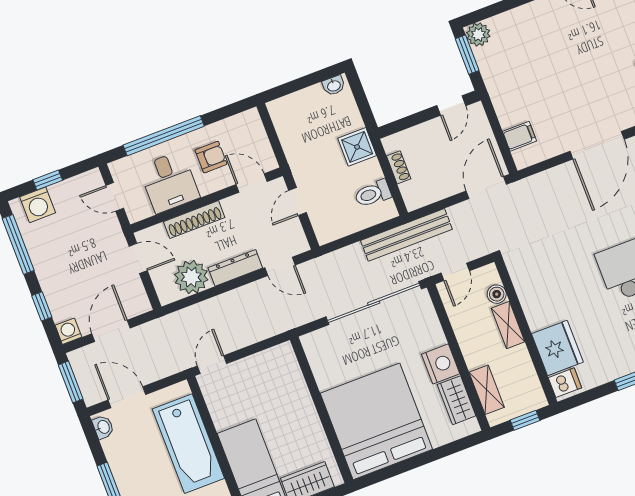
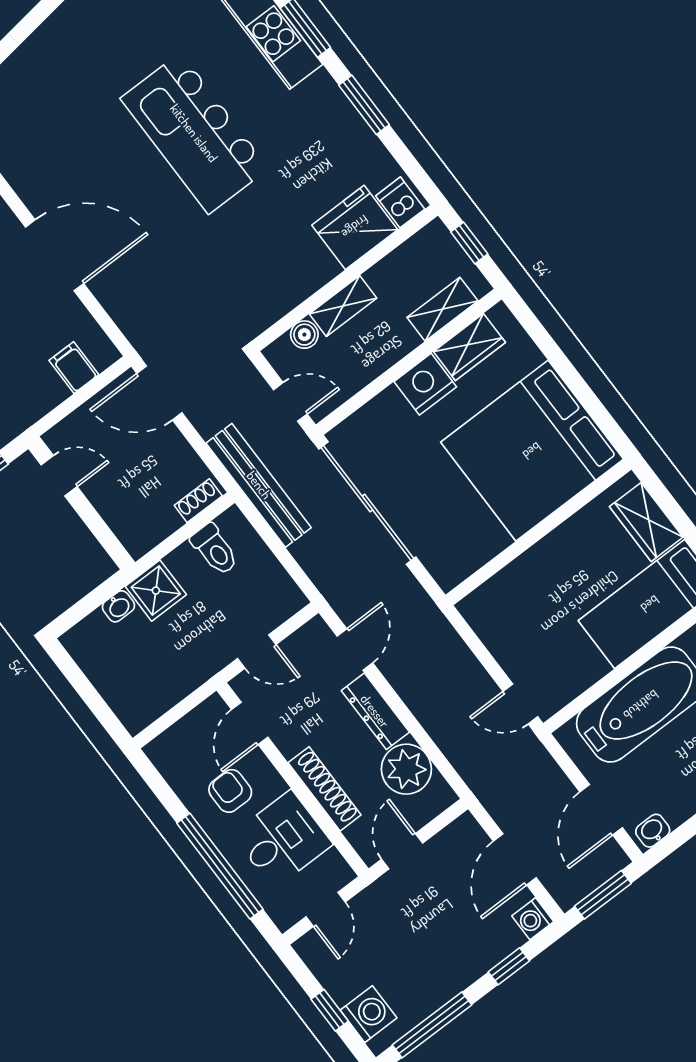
washbasin: (334, 86) -> (118, 606), moved, turned 90
shoe rack: (399, 167) -> (198, 501), moved
door: (111, 331) -> (515, 859), hinge flipped

